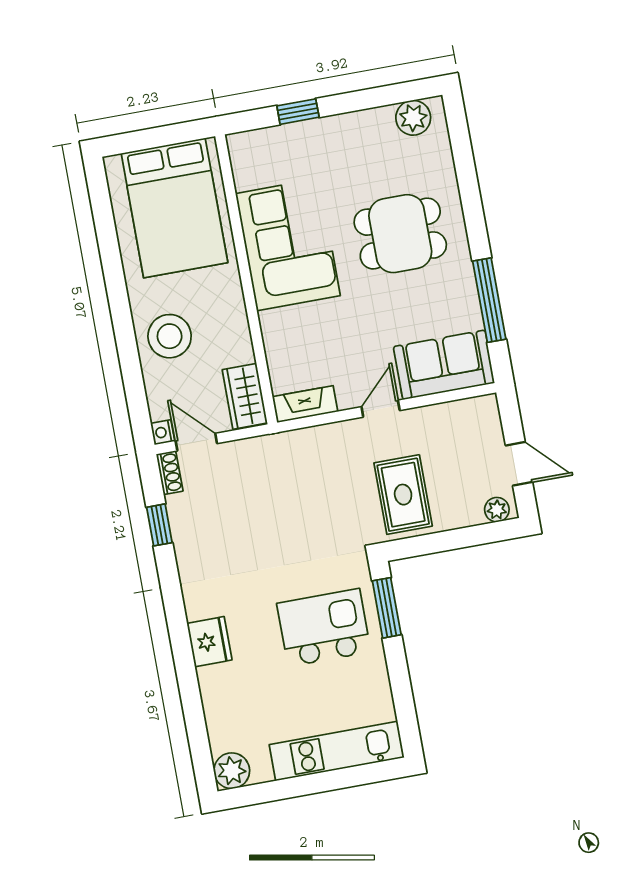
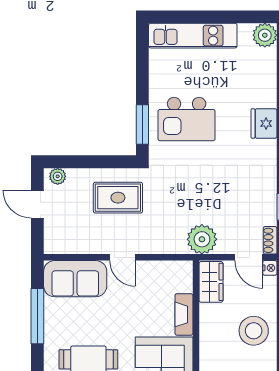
fireplace: (305, 404) -> (184, 314), moved, turned 90
door: (381, 409) -> (123, 257), hinge flipped
plant: (269, 456) -> (202, 239), added
rug: (403, 495) -> (118, 198), turned 90

